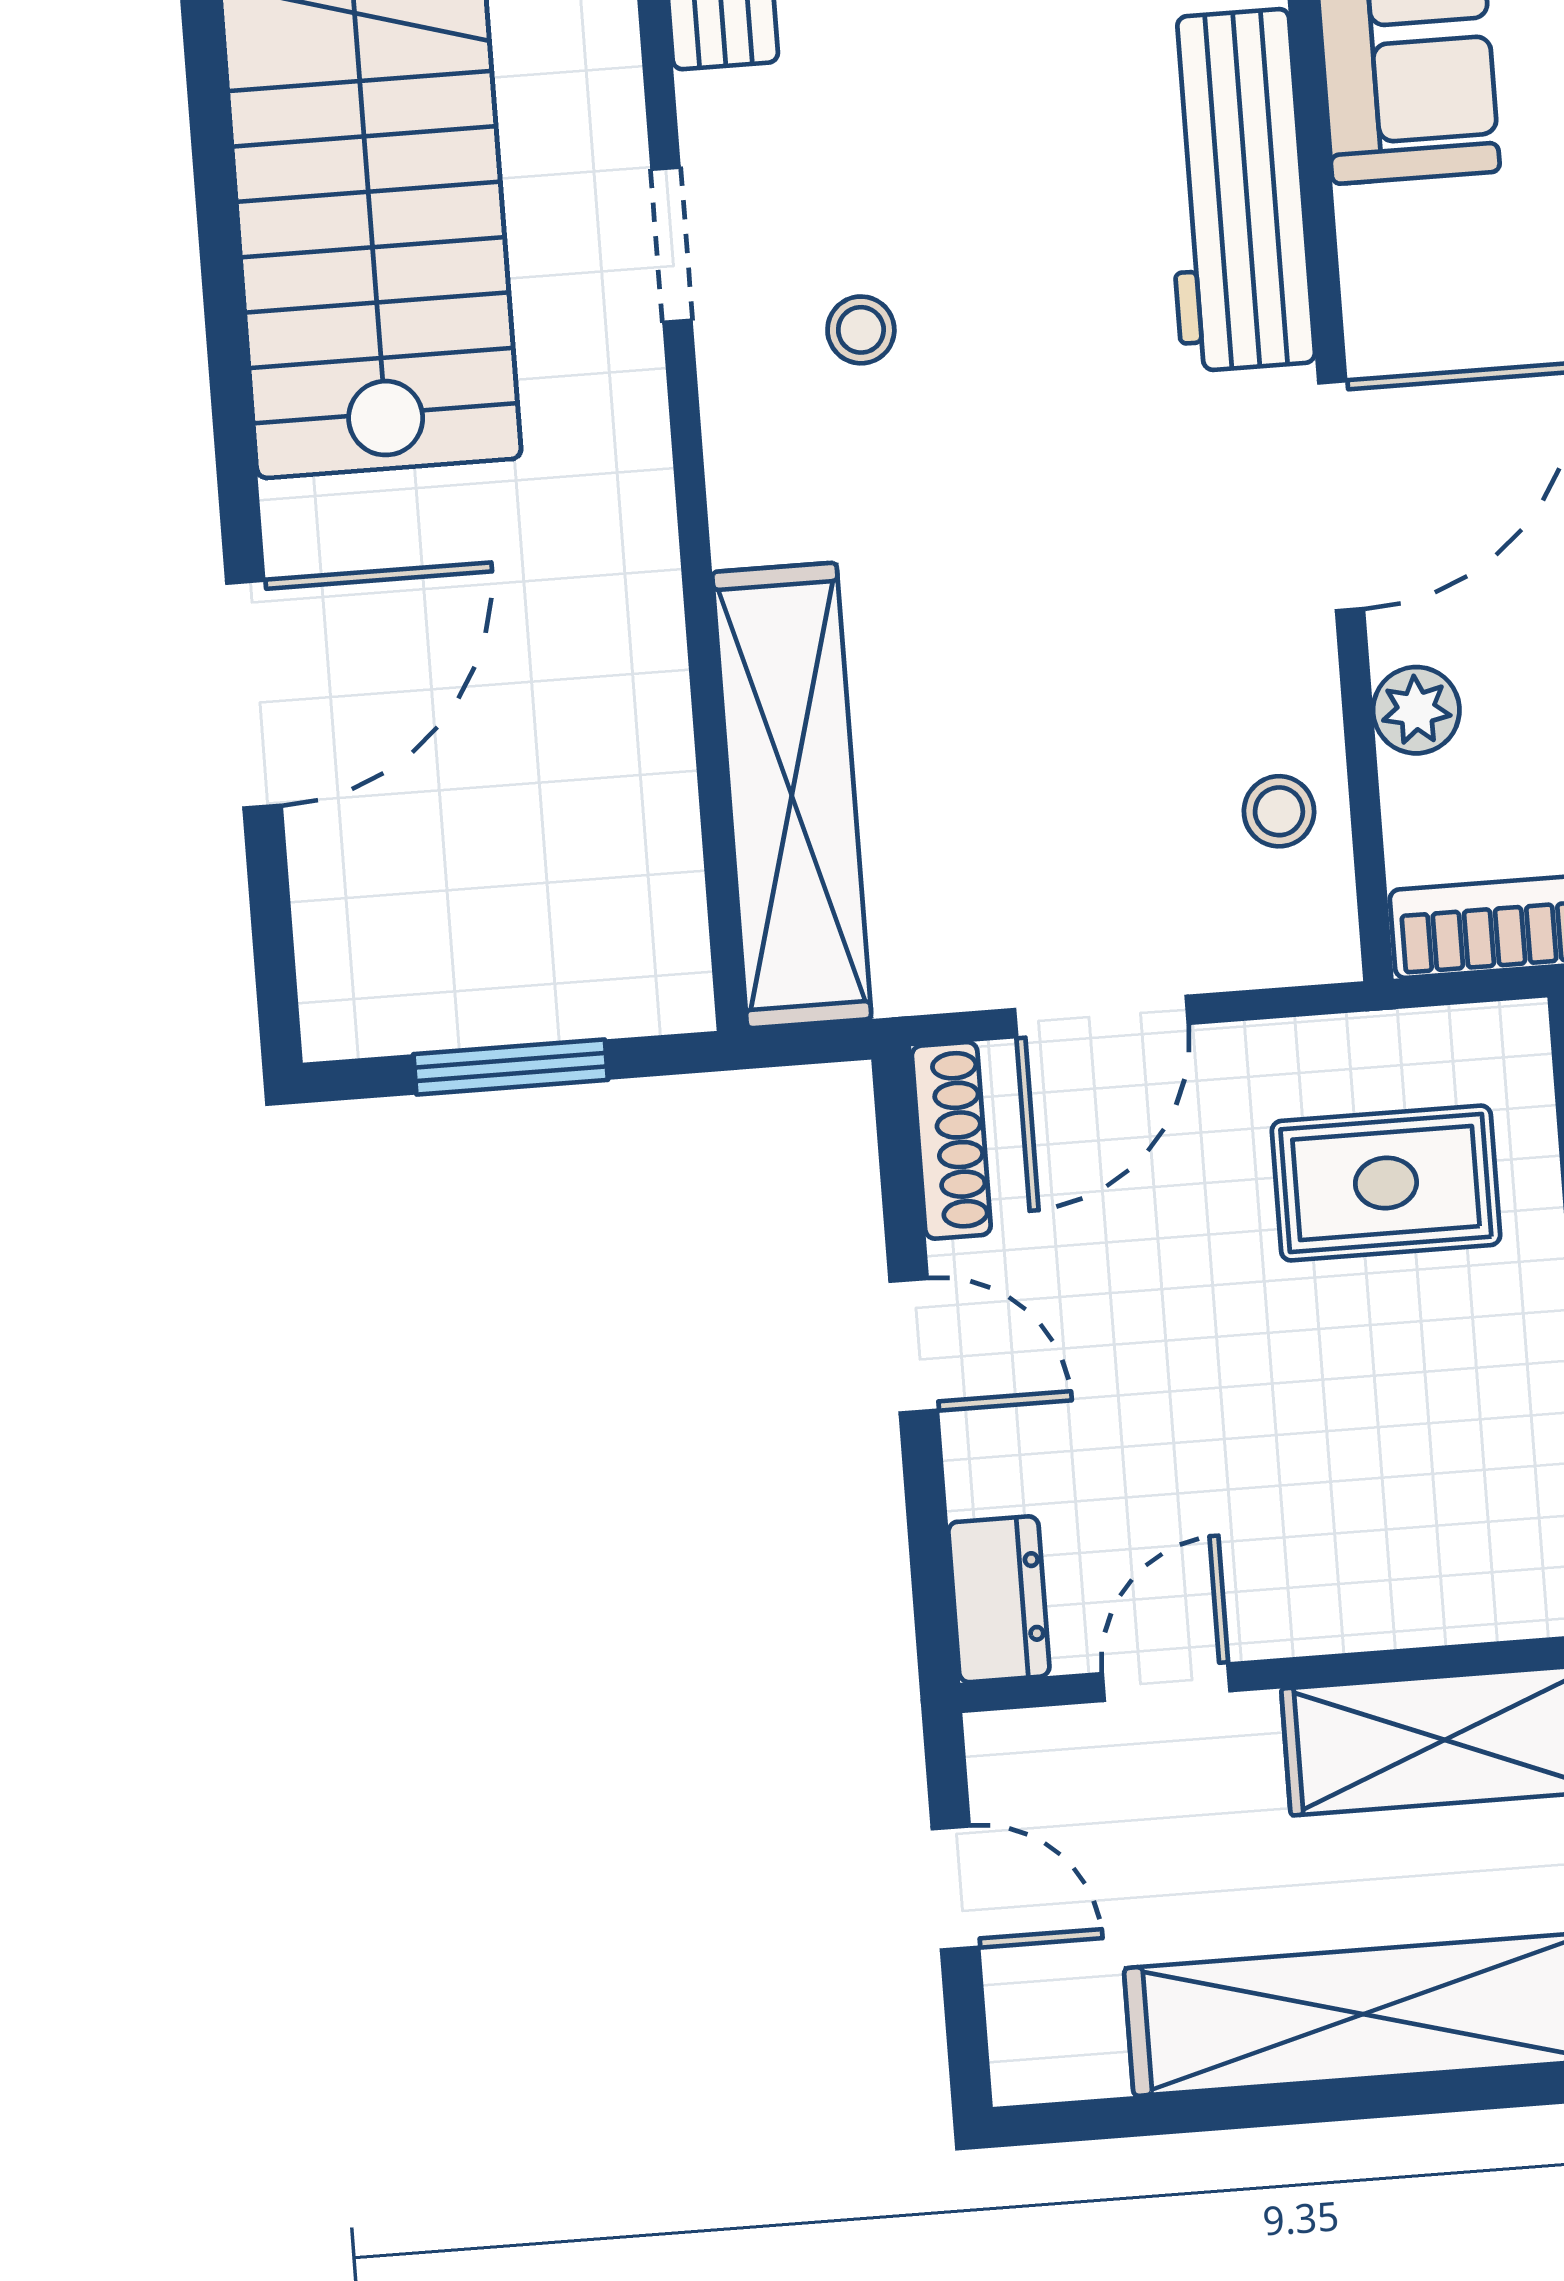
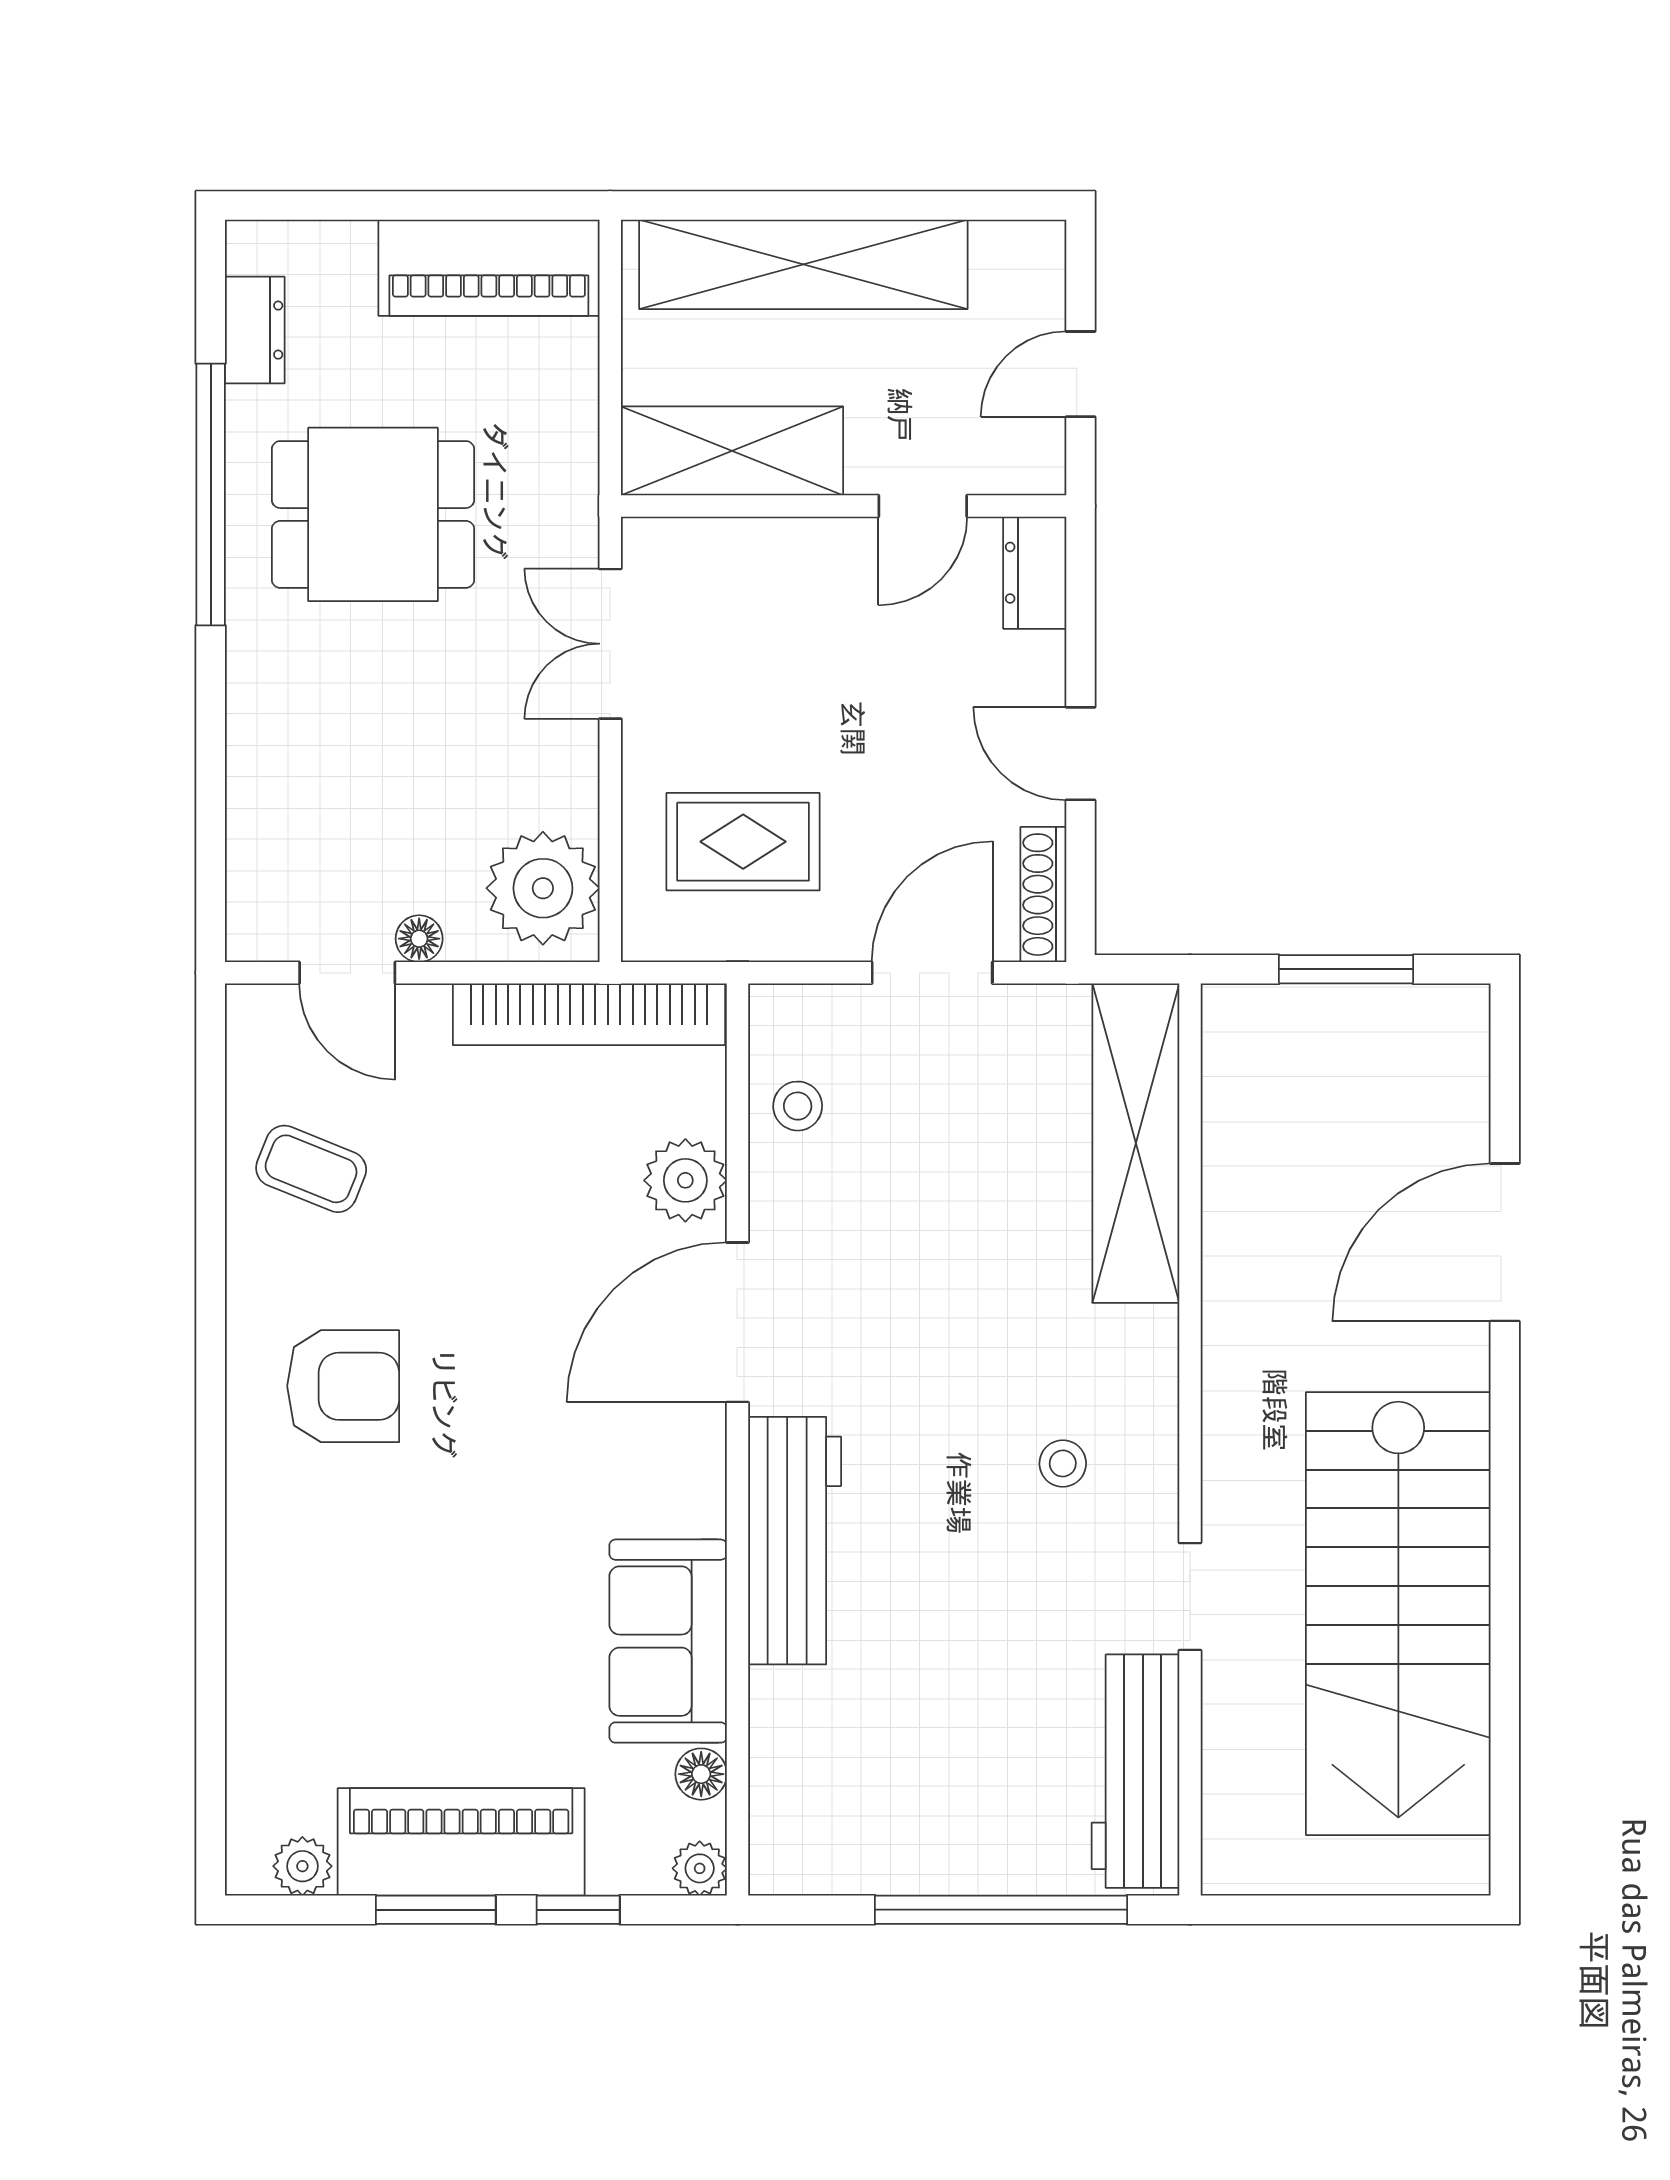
doorway: (672, 245) -> (1190, 1596), moved
plant: (1416, 710) -> (685, 1180), width x1.38, depth x1.38
door: (955, 1888) -> (1080, 374), hinge flipped

